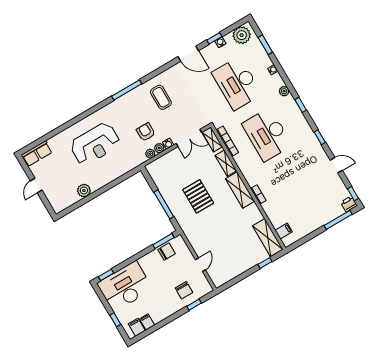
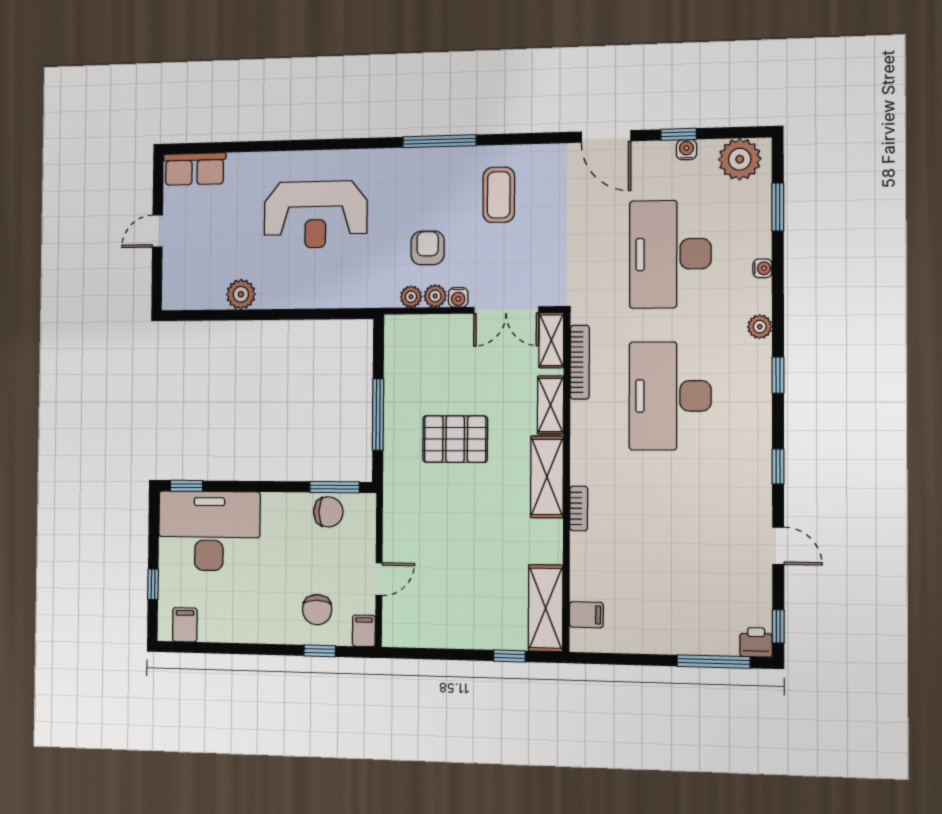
pallet: (198, 196) -> (455, 439), turned 90
filing cabinet: (147, 322) -> (364, 631), moved

